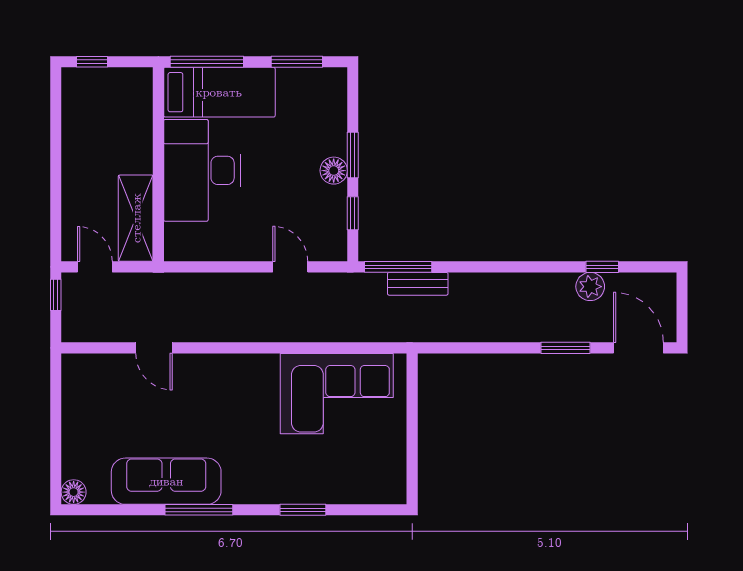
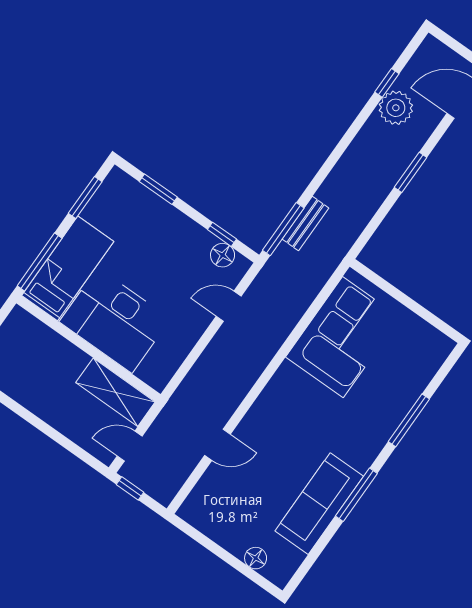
window: (353, 155) -> (158, 189), moved
floor lamp: (334, 171) -> (223, 255), moved
plant: (590, 287) -> (396, 108), width x1.36, depth x1.36
window: (565, 348) -> (410, 172), moved
floor lamp: (74, 492) -> (256, 558), moved
window: (303, 510) -> (409, 420), width x1.44

